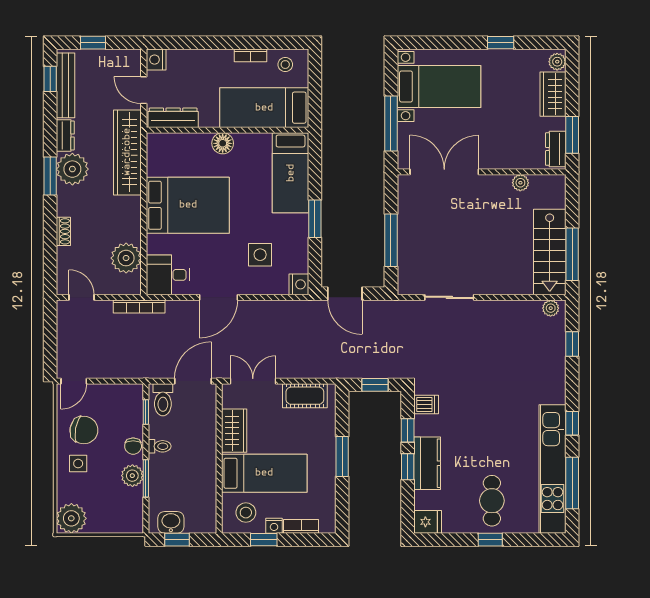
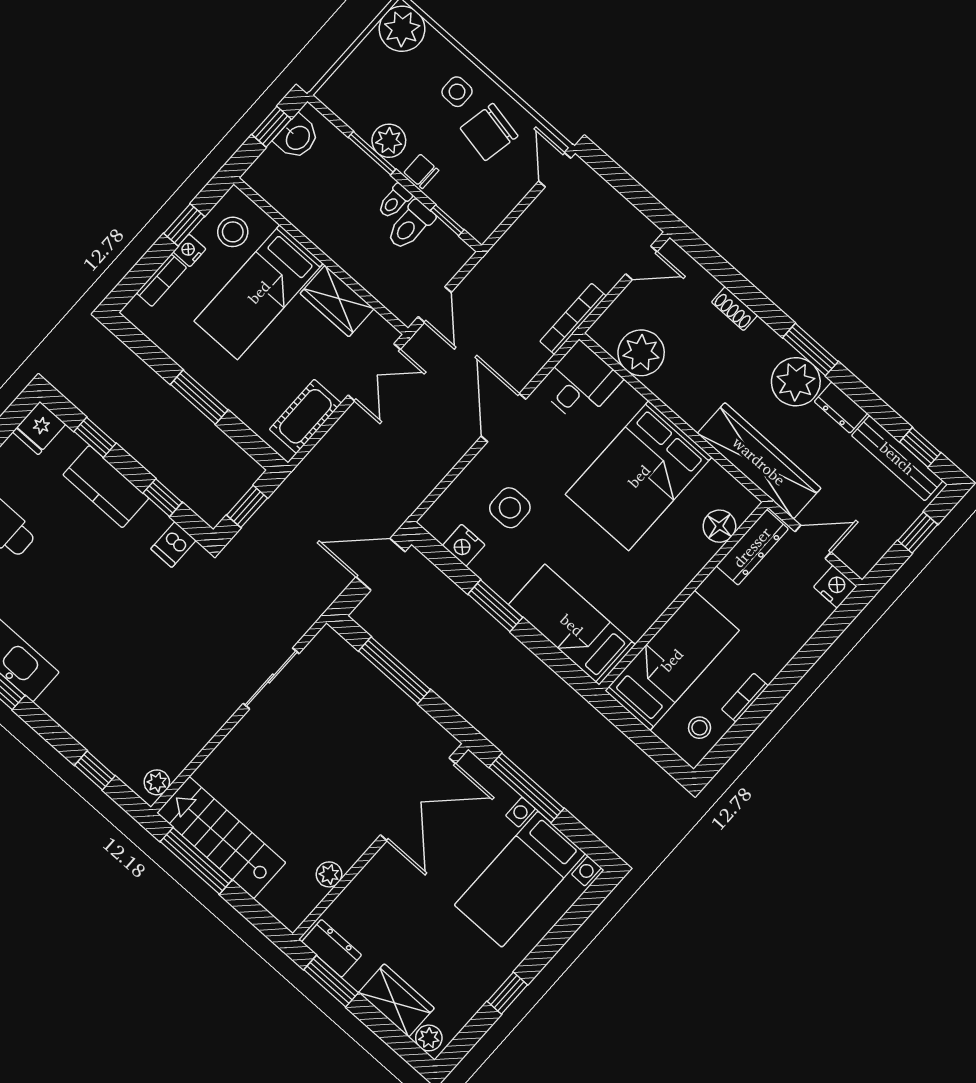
floor lamp: (223, 143) -> (719, 526), moved
nightstand: (299, 284) -> (464, 545), moved
door: (193, 381) -> (435, 305), width x0.73
toilet: (163, 400) -> (410, 225), moved, turned -90
window: (408, 467) -> (95, 437), moved

